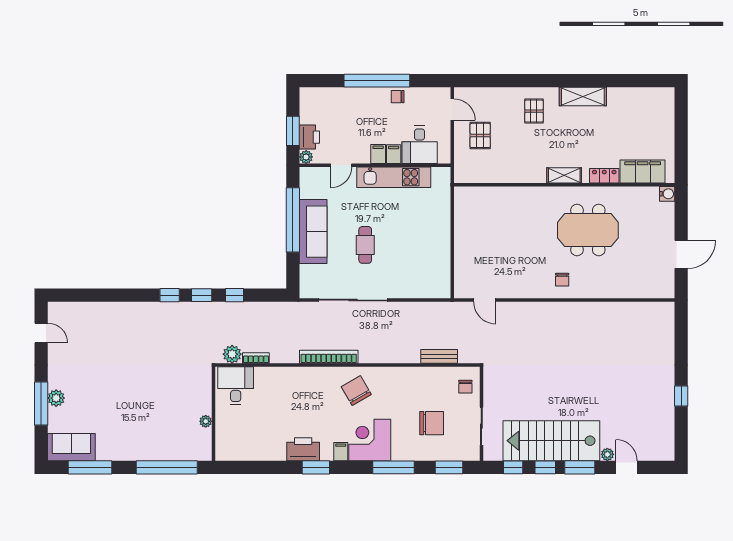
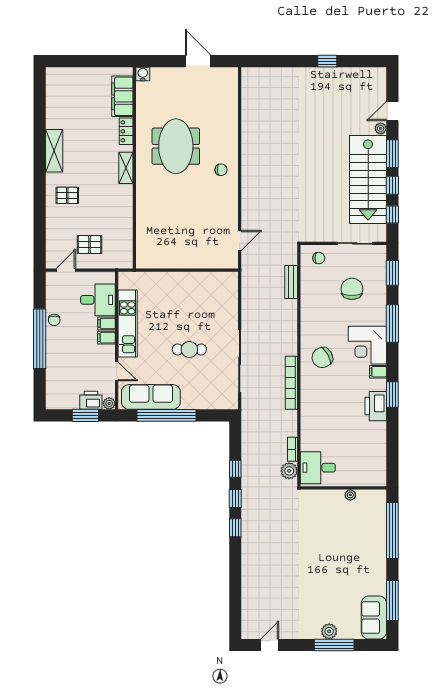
sofa: (313, 232) -> (151, 397), moved

